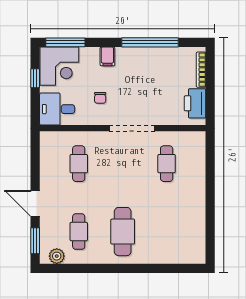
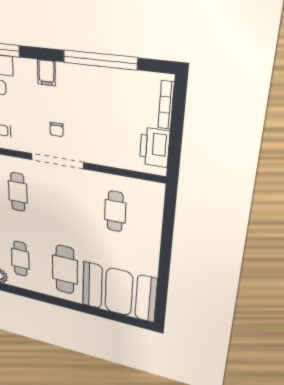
chair: (100, 98) -> (57, 129), moved
doorway: (132, 128) -> (57, 161), moved
booth: (173, 241) -> (119, 292), added

